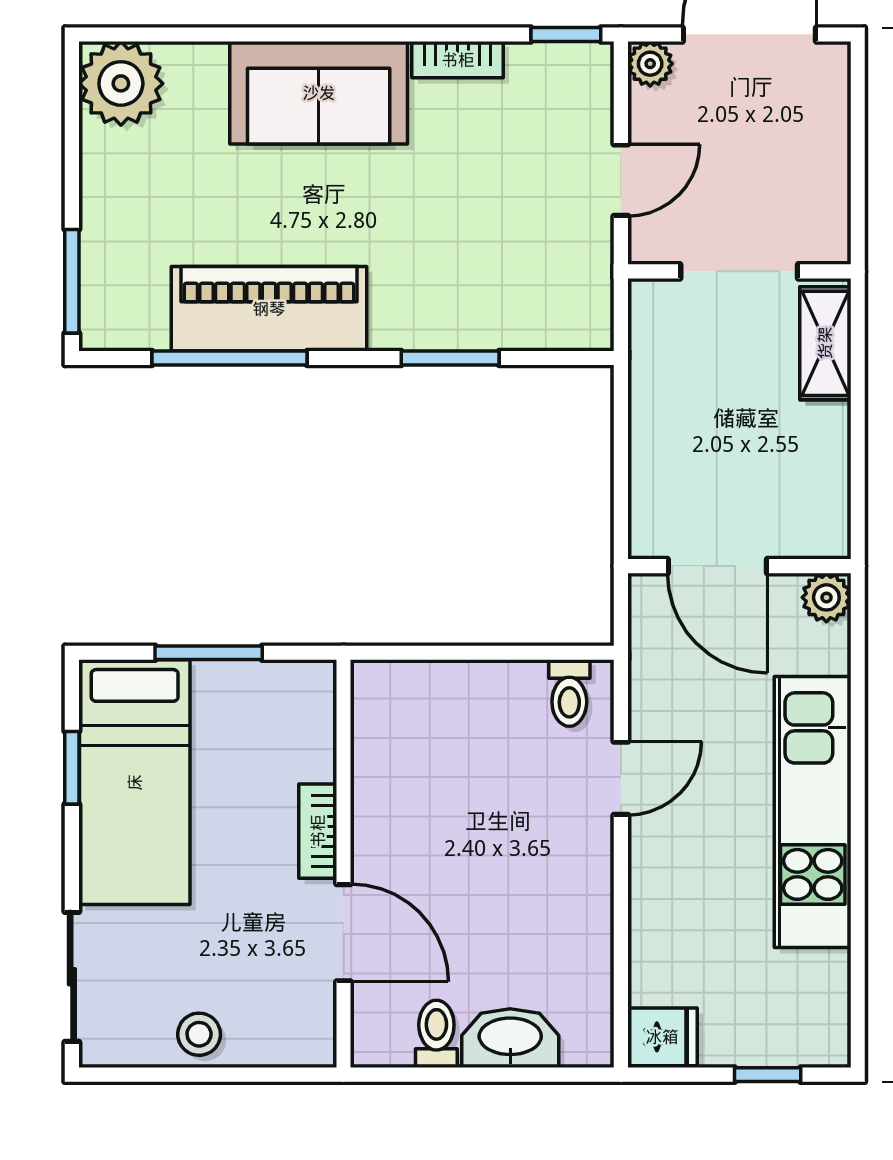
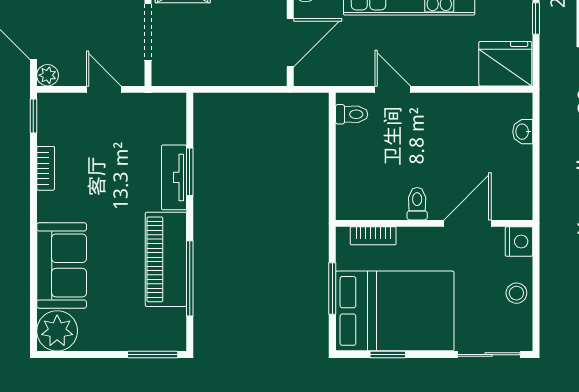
sofa: (319, 93) -> (62, 265), moved
tv unit: (439, 325) -> (174, 177), added
bed: (135, 782) -> (395, 311), width x1.50
bookcase: (318, 831) -> (373, 236), moved
toilet: (436, 1034) -> (417, 204), moved, turned 90
fridge: (662, 1037) -> (505, 64), width x1.88, depth x1.34
washbasin: (510, 1038) -> (523, 132), width x0.52, depth x0.69
nightstand: (306, 1039) -> (519, 242), added

